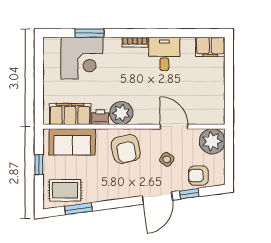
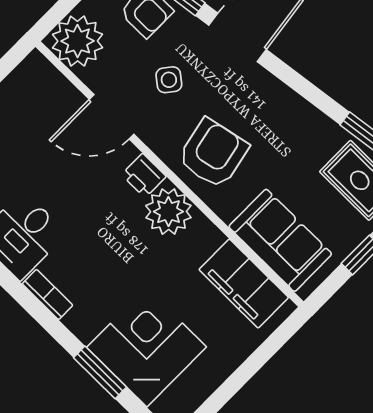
printer: (100, 117) -> (144, 176), moved
door: (174, 127) -> (112, 117), hinge flipped

